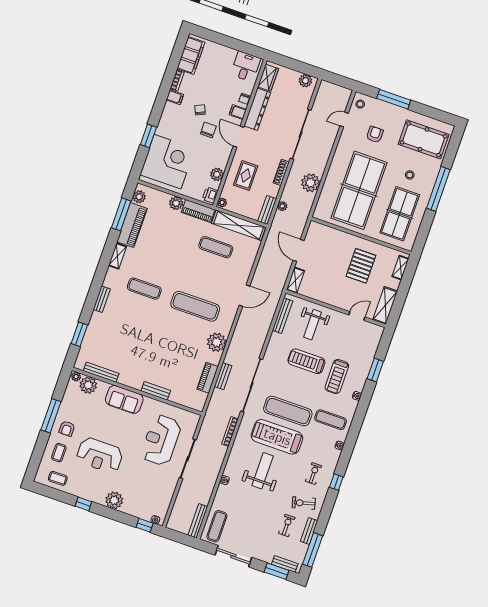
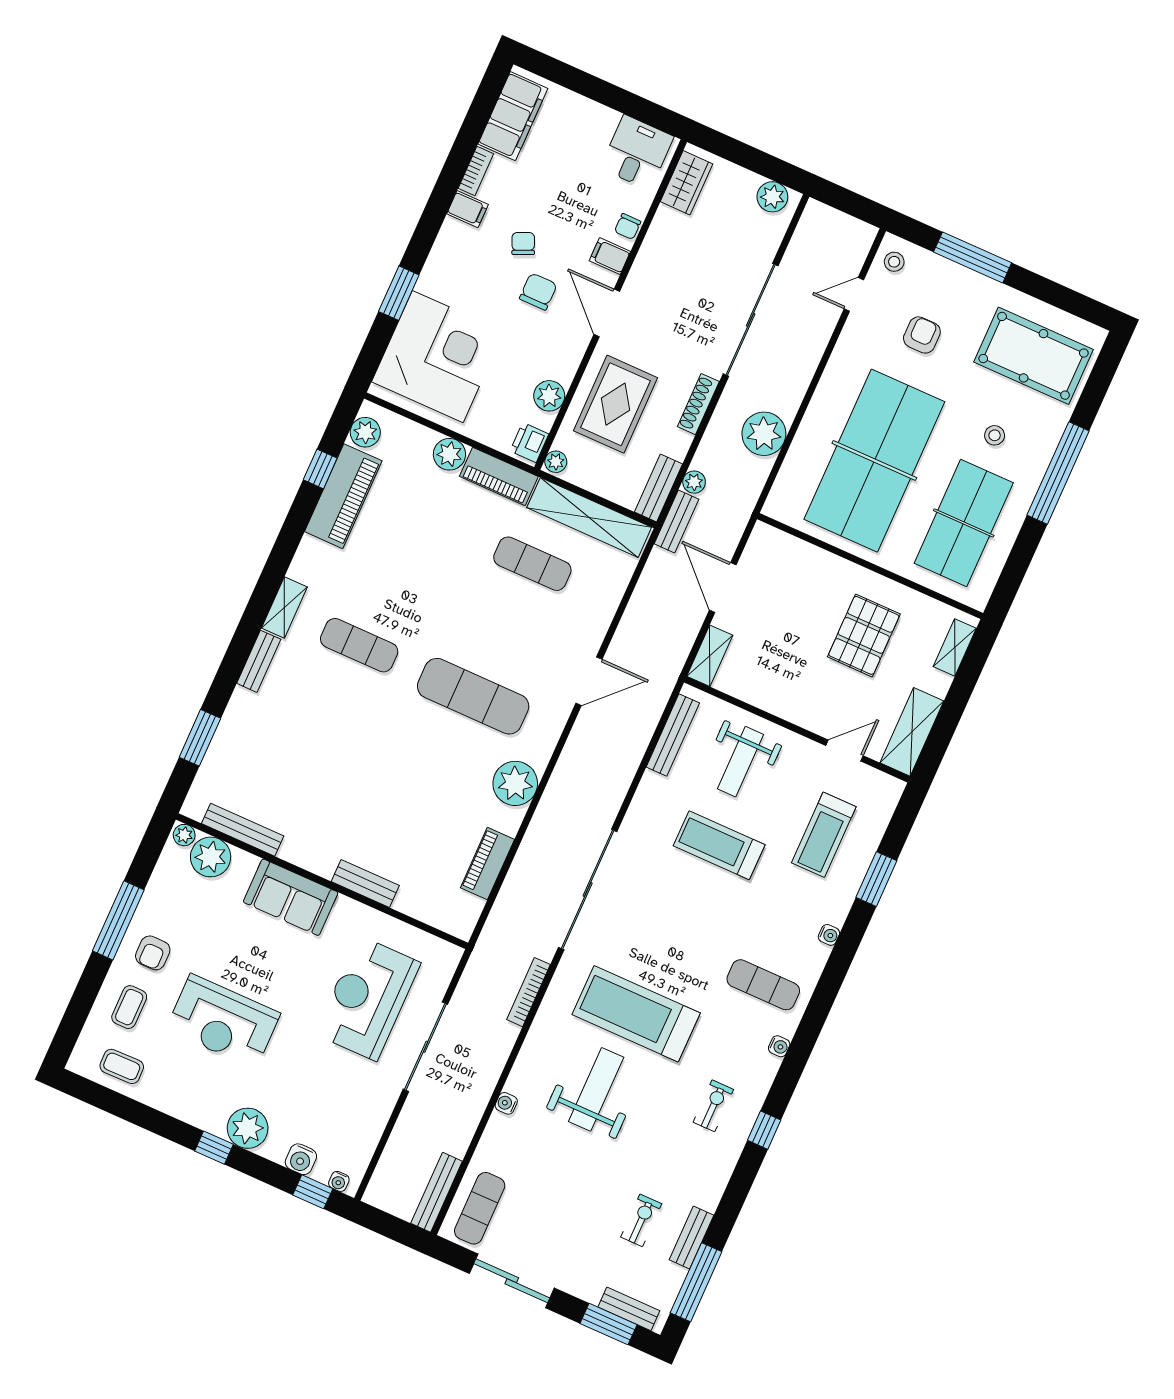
dresser: (257, 109) -> (655, 253), removed
rug: (246, 176) -> (616, 404), width x1.36, depth x1.43
window: (121, 214) -> (320, 469), width x0.46
shelving: (117, 256) -> (284, 608), moved
bench: (223, 376) -> (677, 521), moved
treadmill: (337, 377) -> (824, 835), moved
exercise mat: (288, 411) -> (666, 956), removed
exercise bike: (304, 503) -> (685, 1172), removed
window: (83, 504) -> (214, 1148), moved
water cooler: (138, 512) -> (301, 1159), added

